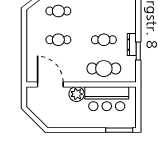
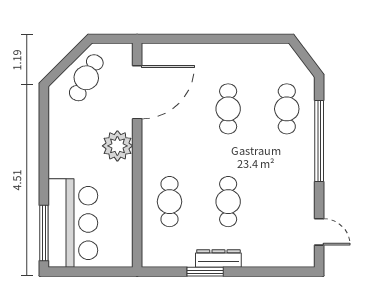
cafe table: (104, 69) -> (169, 202), width x0.73, depth x0.74
bar counter: (107, 99) -> (73, 223), moved, turned 180
cafe table: (43, 109) -> (86, 78), added

